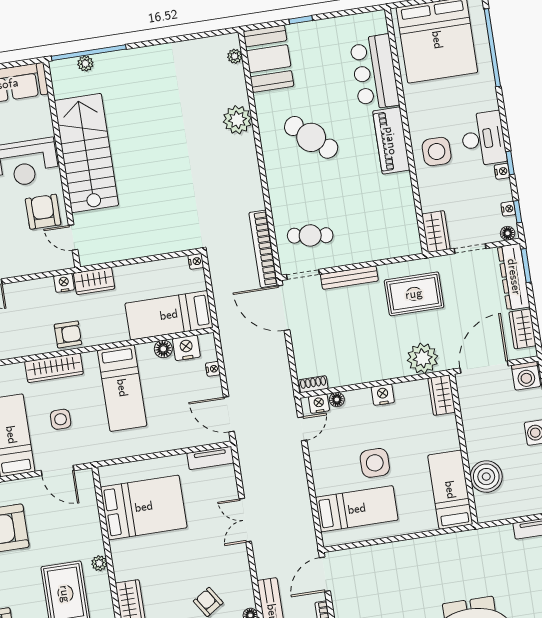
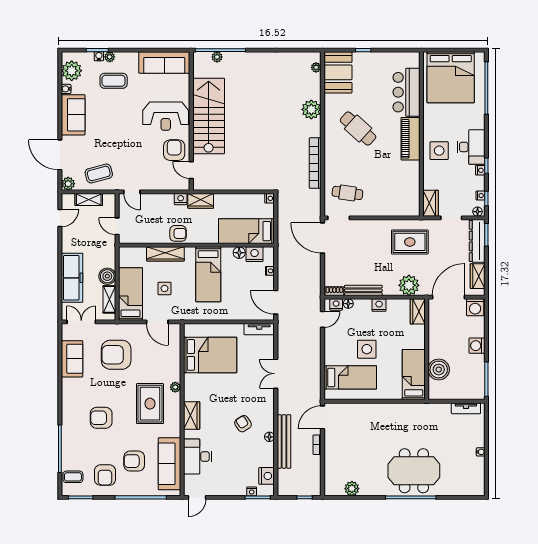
bookcase: (263, 249) -> (315, 163), moved
bench: (349, 278) -> (363, 290), moved

